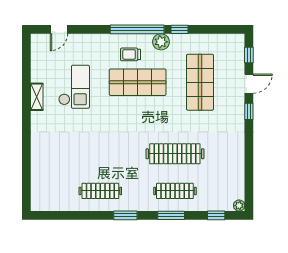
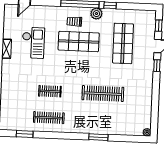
clothes rail: (175, 191) -> (50, 91), moved, width x0.73
window: (125, 215) -> (25, 134), moved
window: (216, 215) -> (130, 139), removed

